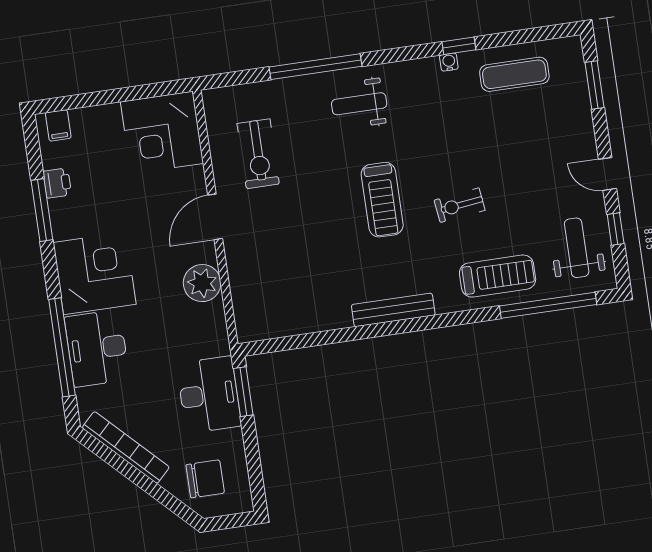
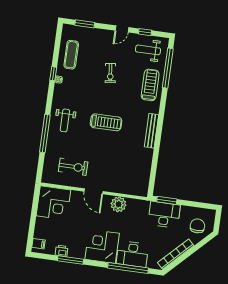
exercise bike: (460, 205) -> (110, 73), moved

